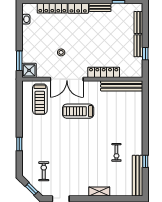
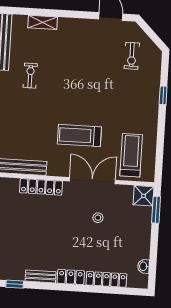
treadmill: (78, 111) -> (79, 135), turned 180
window: (32, 189) -> (150, 33), removed
shelving: (99, 192) -> (43, 22), moved

